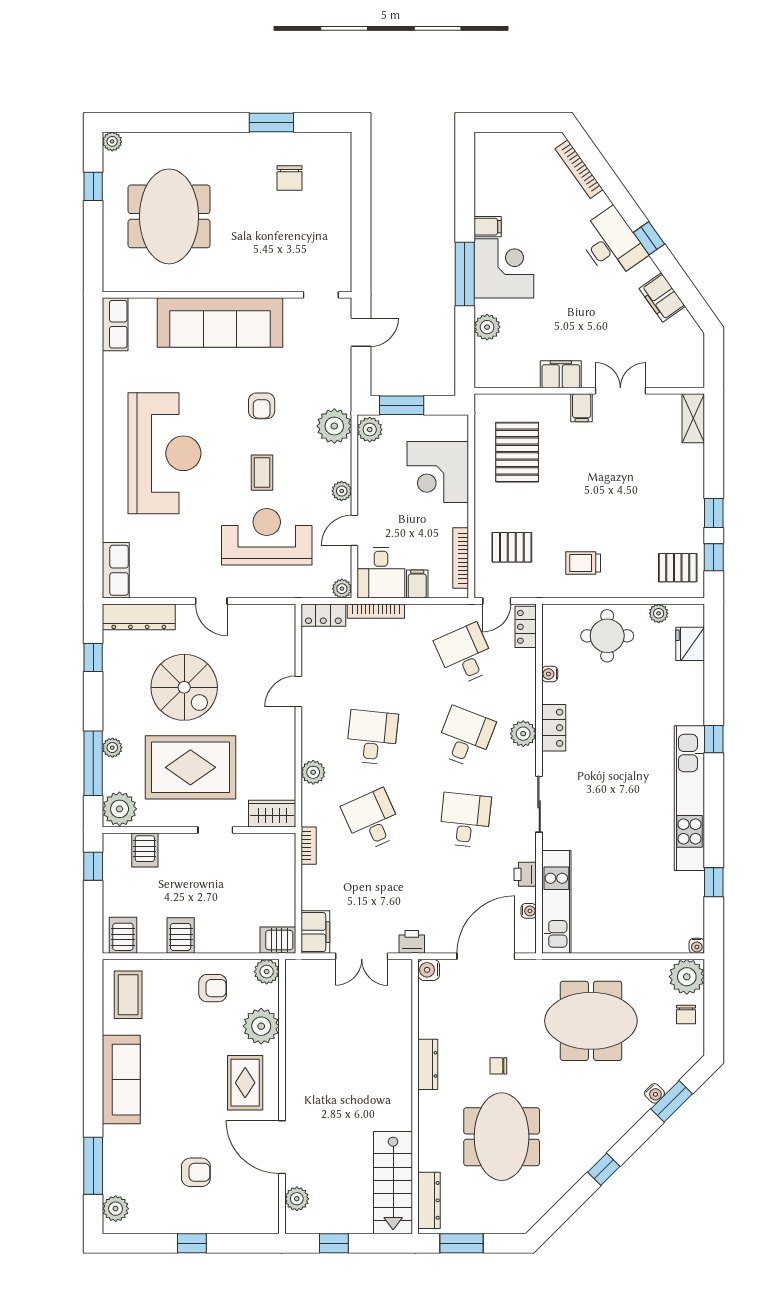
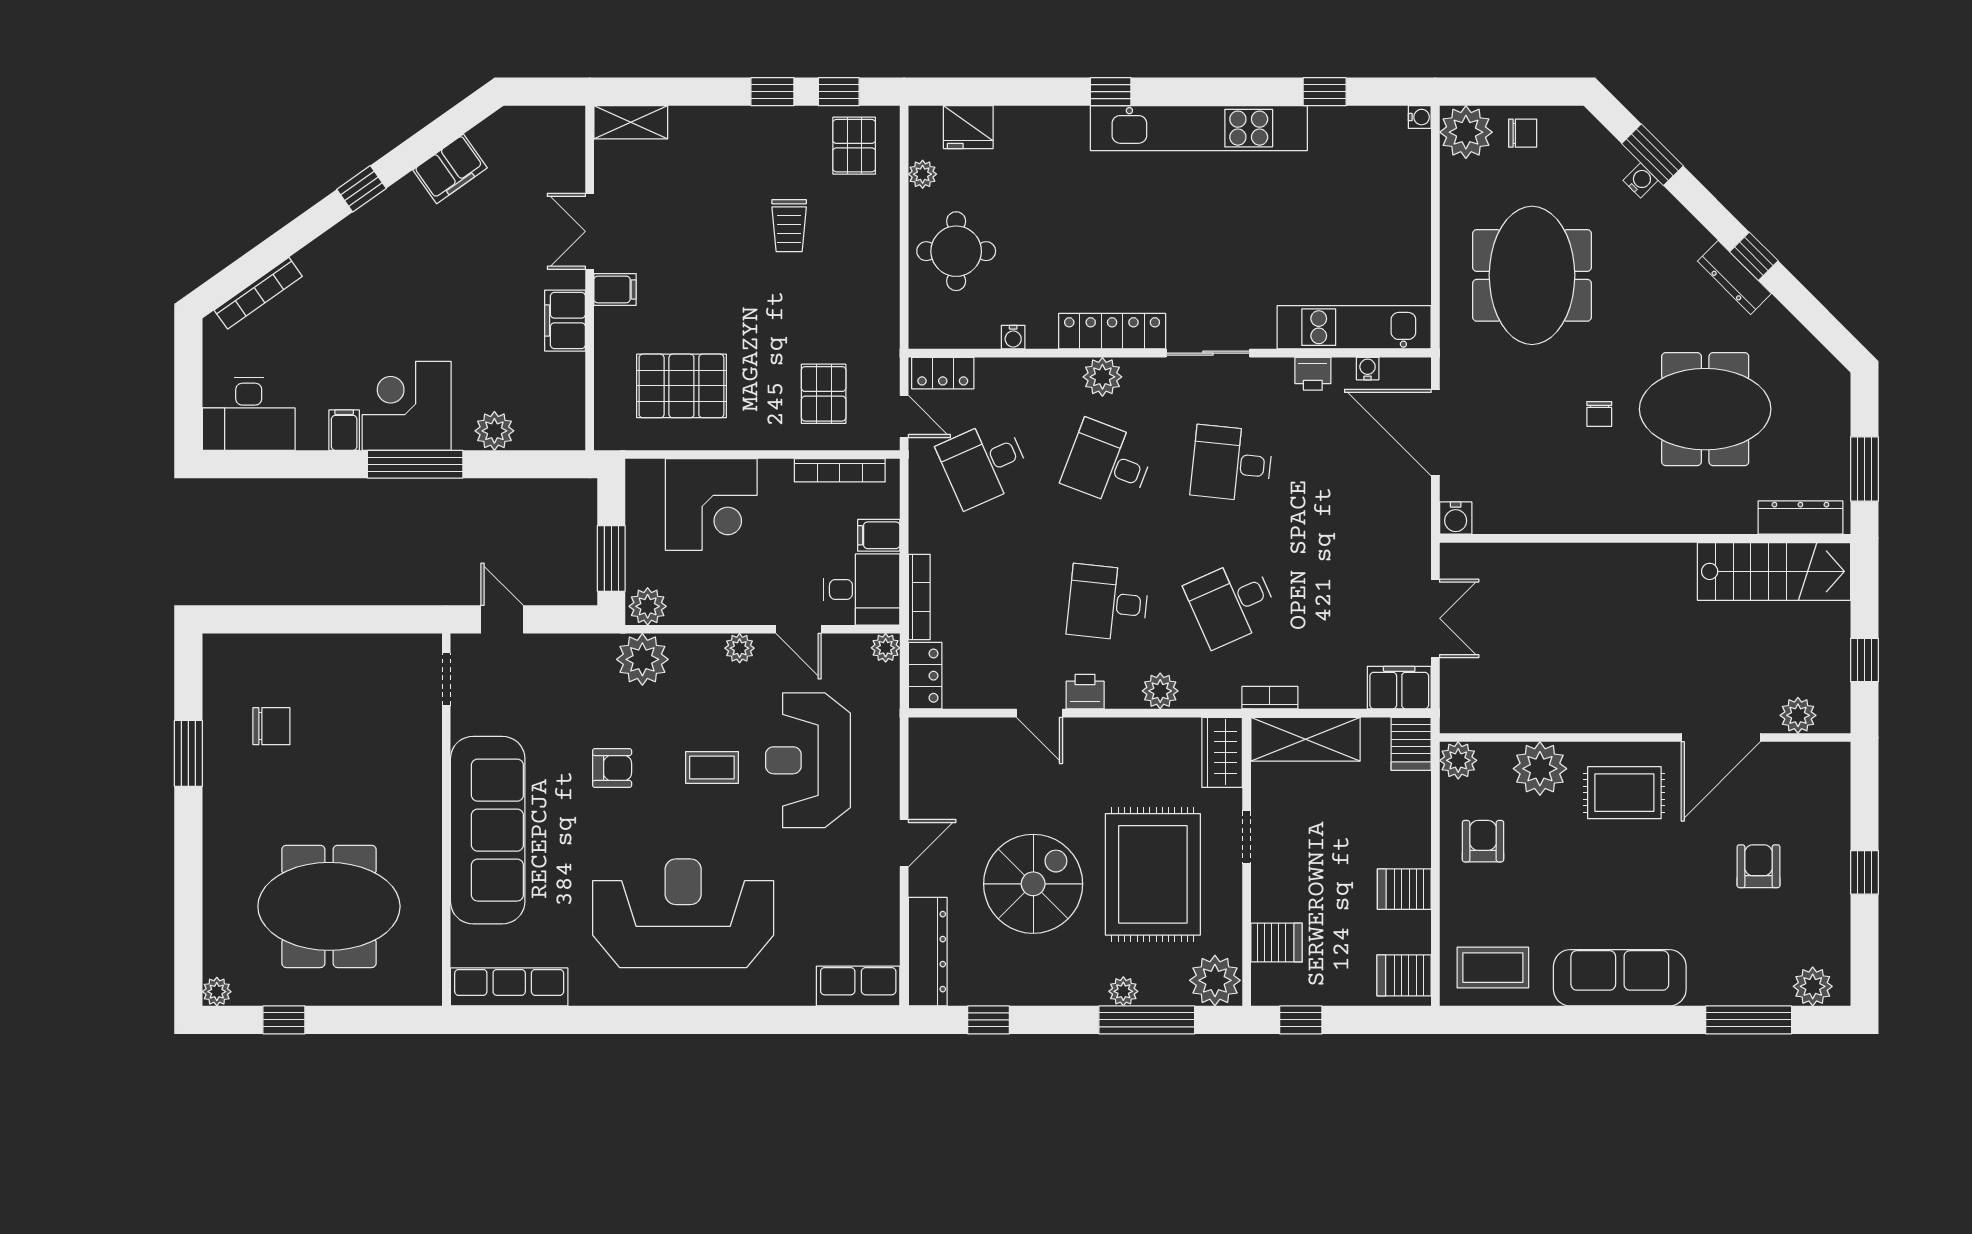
desk: (611, 244) -> (249, 414), moved, turned -145
row of seats: (115, 324) -> (509, 987), width x1.48
trolley: (583, 563) -> (789, 226), moved
locker: (554, 728) -> (1112, 331), width x1.53
shelving: (281, 869) -> (1305, 739), added
printer: (412, 942) -> (1085, 692), moved, turned 90
dresser: (428, 1064) -> (1734, 277), moved, turned -135

